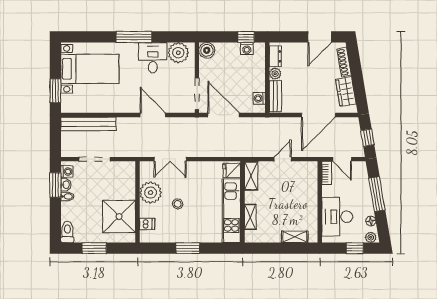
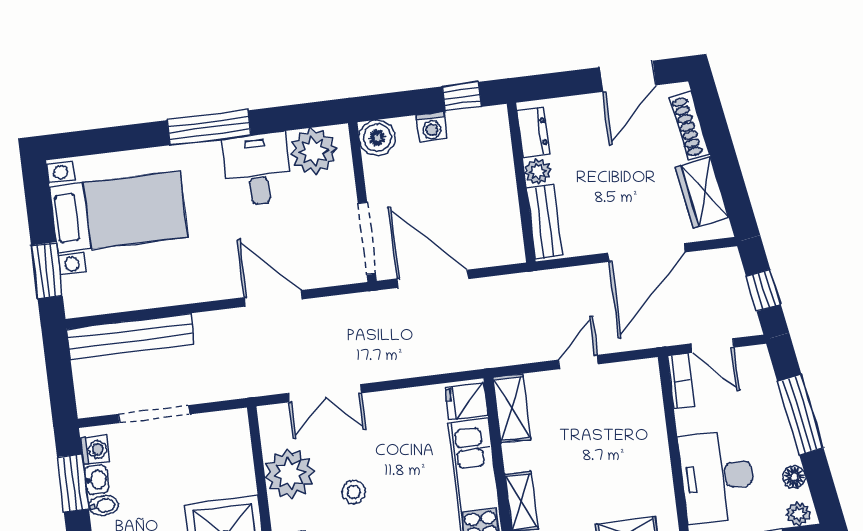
washing machine: (247, 49) -> (431, 127), moved
washing machine: (259, 98) -> (509, 232), removed

